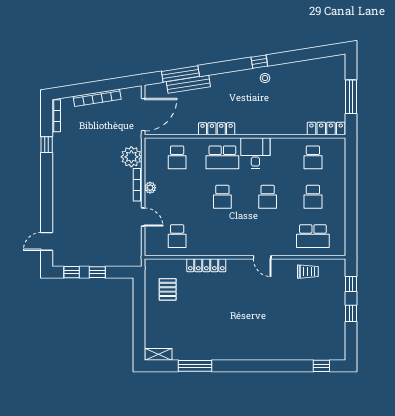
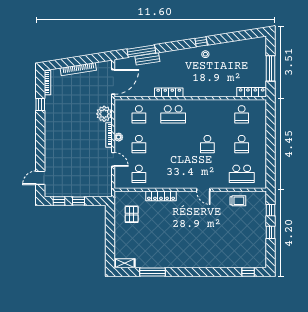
bench: (188, 84) -> (147, 59), width x0.73
desk: (255, 153) -> (198, 111), removed
school desk: (222, 197) -> (139, 144), moved

